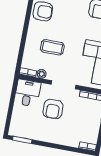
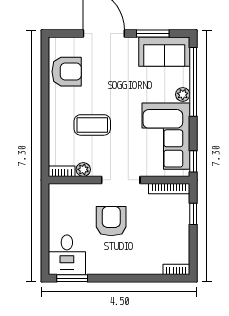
desk: (28, 93) -> (67, 255), moved, turned 180
armchair: (53, 109) -> (111, 221), turned 180

